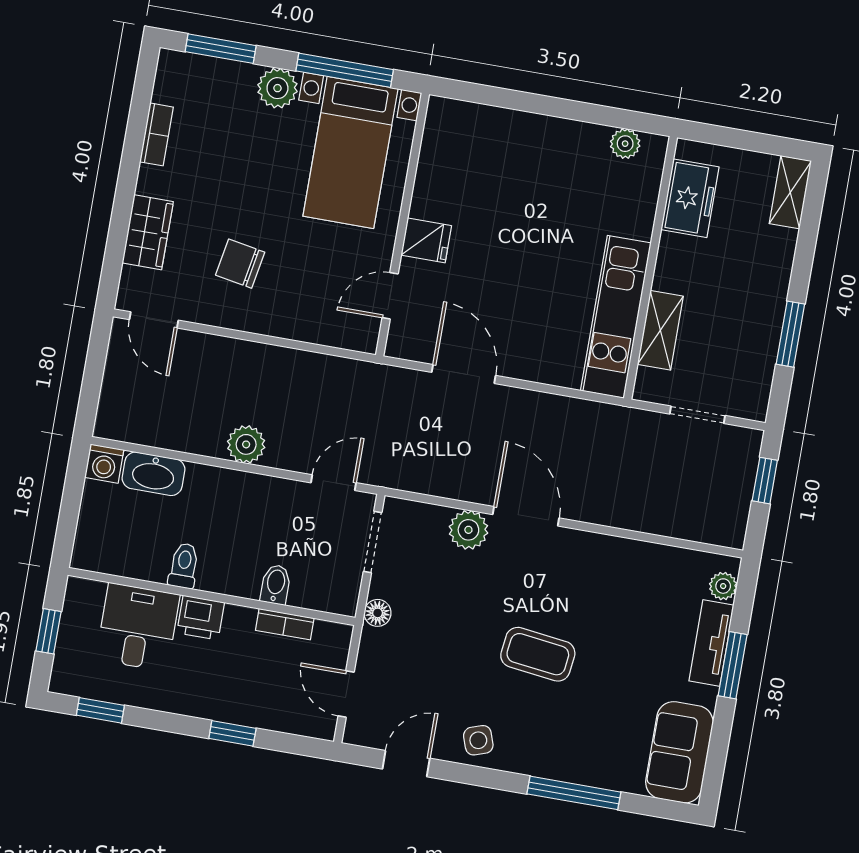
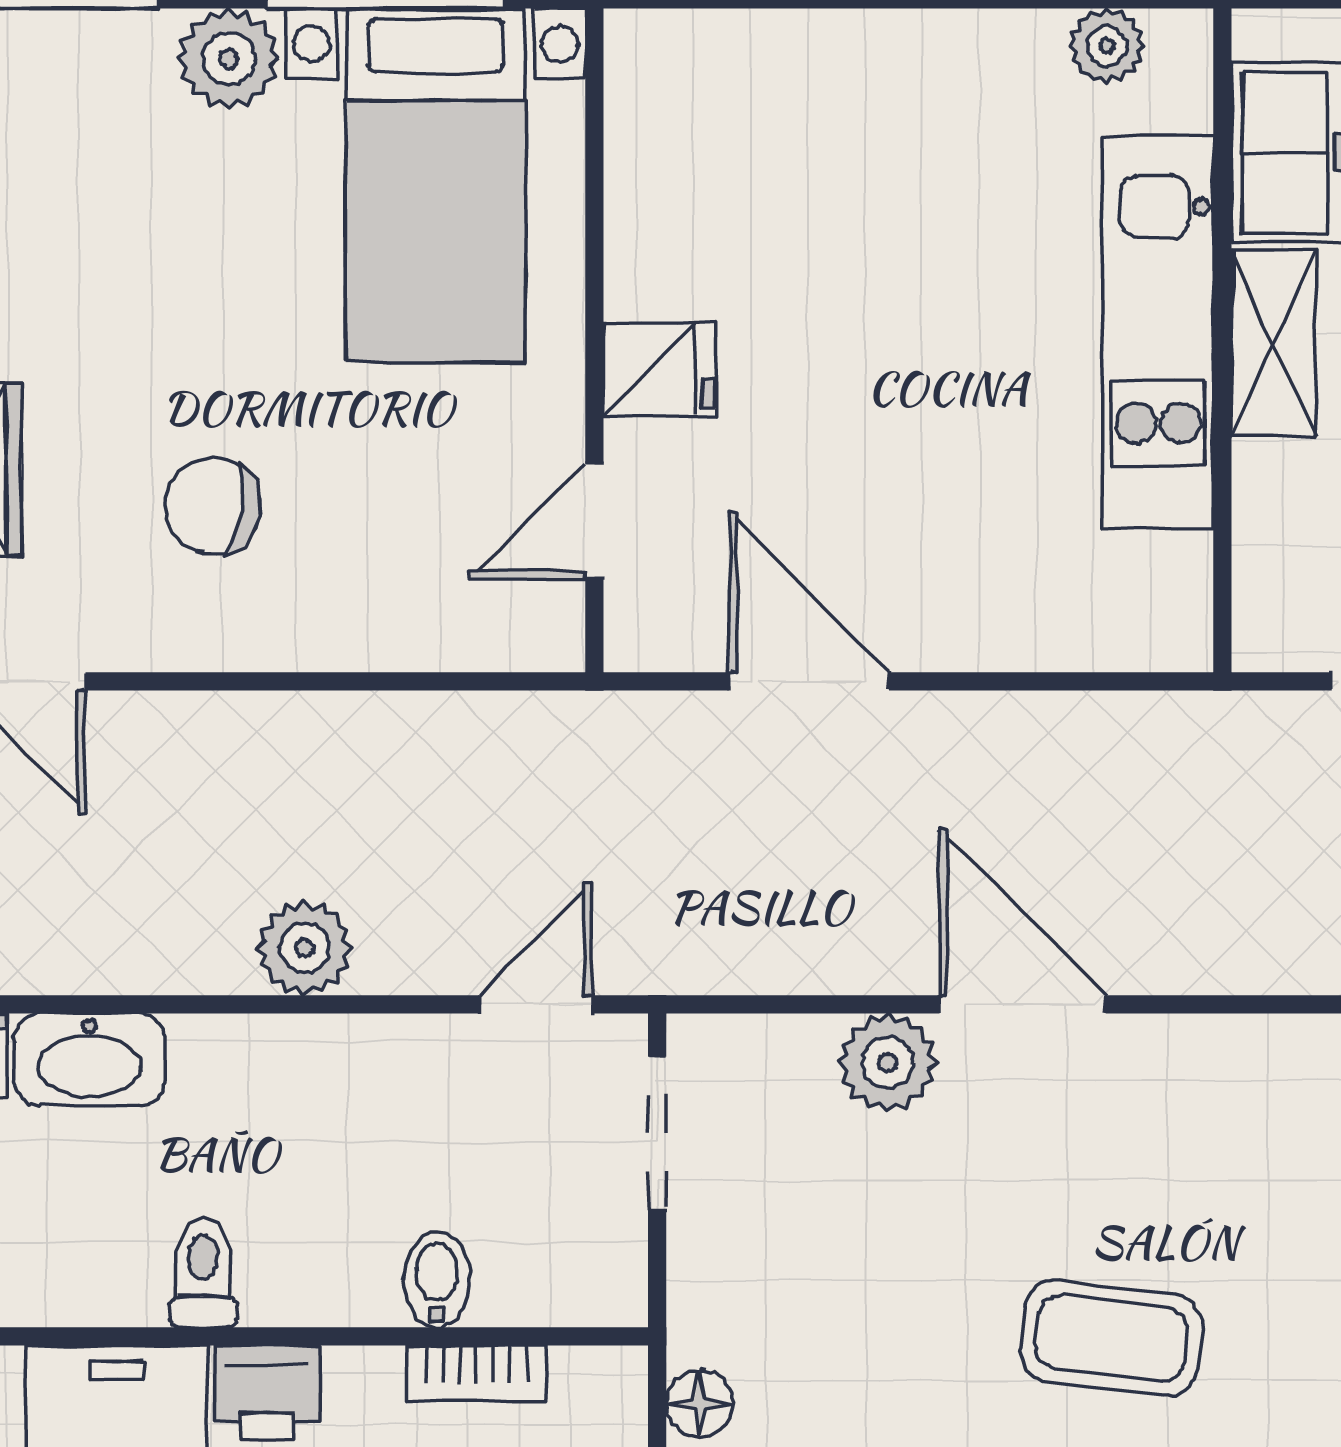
kitchen unit: (616, 317) -> (1158, 333), moved
shelving: (660, 330) -> (1274, 343), moved
floor lamp: (378, 613) -> (700, 1404), moved

